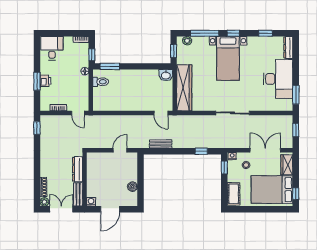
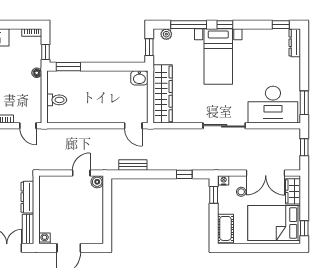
window: (265, 33) -> (281, 25), moved
desk: (278, 79) -> (273, 105), moved, turned 90
toilet: (101, 82) -> (57, 100), moved
double door: (265, 150) -> (266, 173), swing flipped
boiler: (133, 187) -> (97, 182), moved

